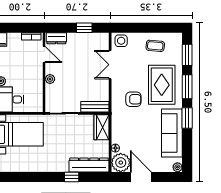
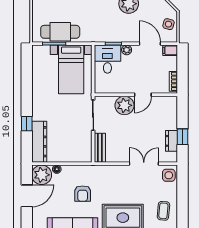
dresser: (56, 38) -> (171, 141), moved
door: (44, 54) -> (143, 95), moved
plant: (50, 79) -> (124, 105), width x1.87, depth x1.87
armchair: (133, 99) -> (83, 194), moved
wardrobe: (101, 127) -> (79, 155), removed

